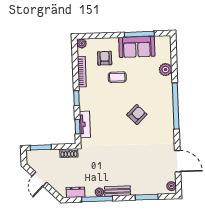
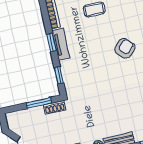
tv unit: (85, 124) -> (61, 44), moved
window: (41, 147) -> (39, 103), moved

